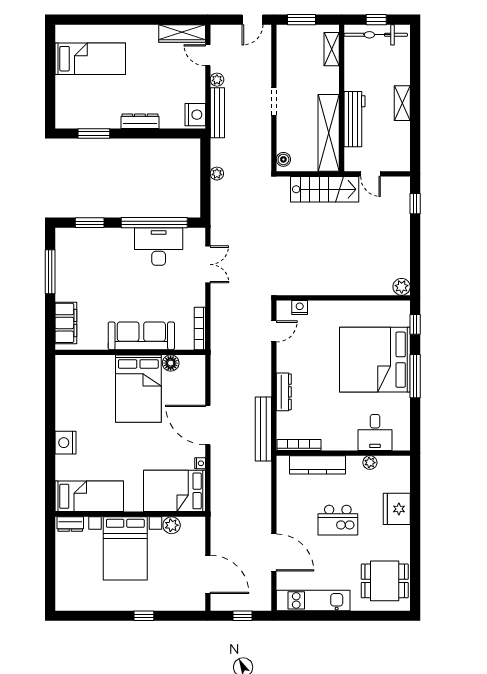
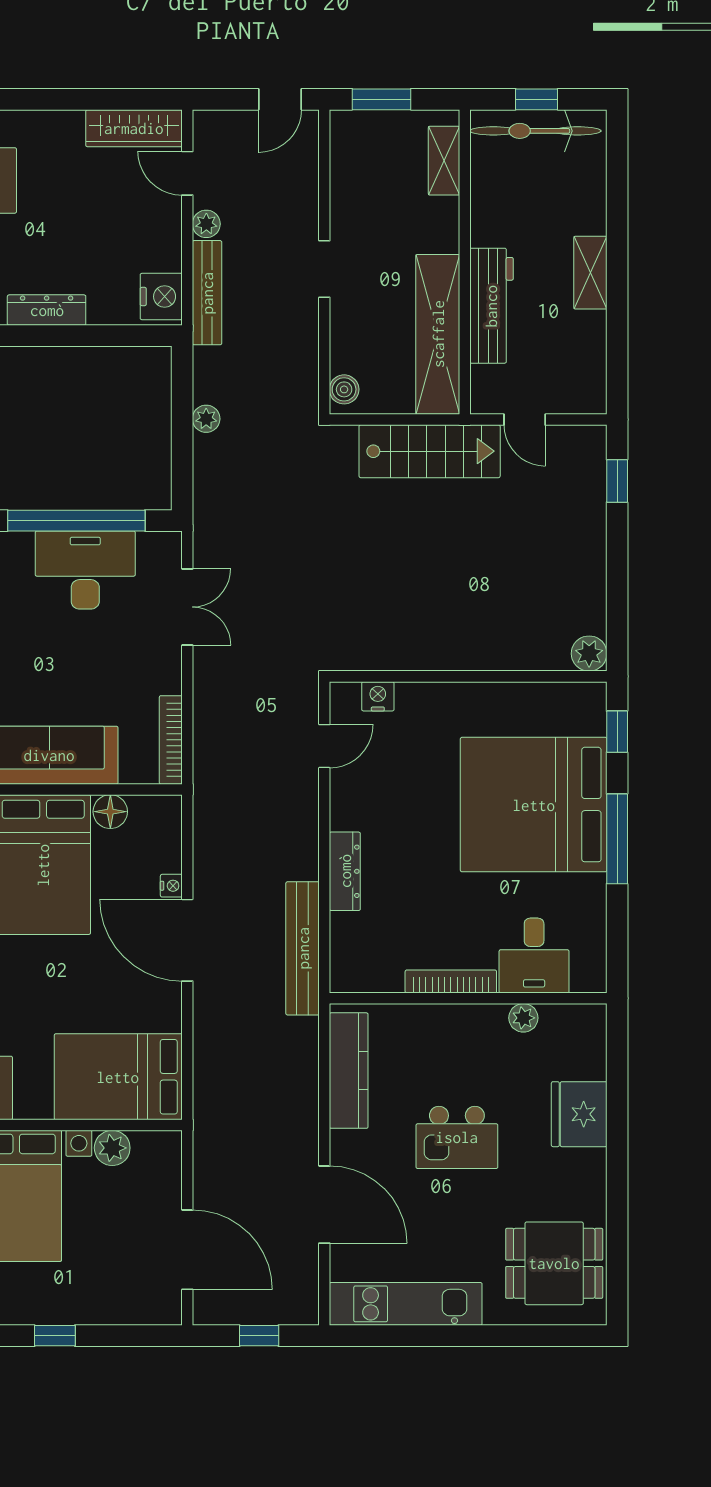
bookcase: (299, 445) -> (451, 981), moved
nightstand: (200, 463) -> (171, 886), moved
kitchen counter: (318, 465) -> (349, 1071), moved, turned -90

